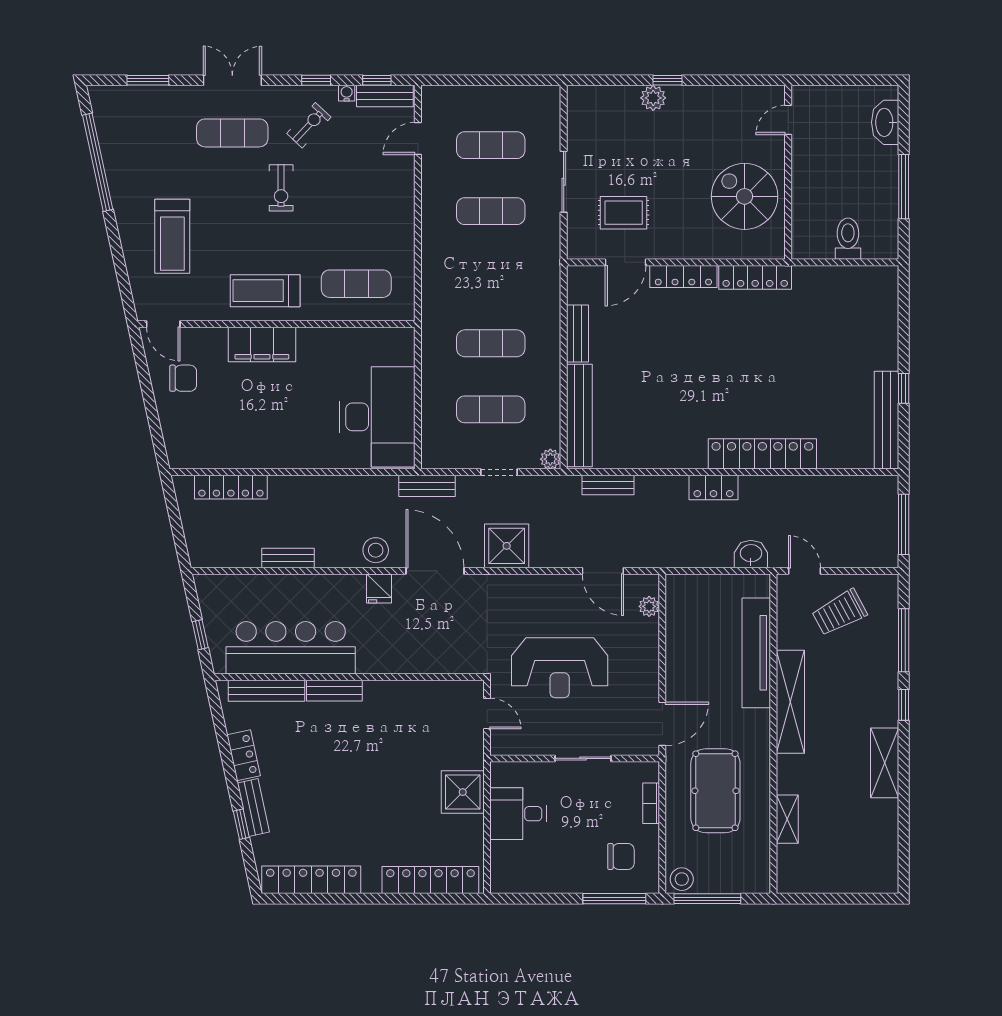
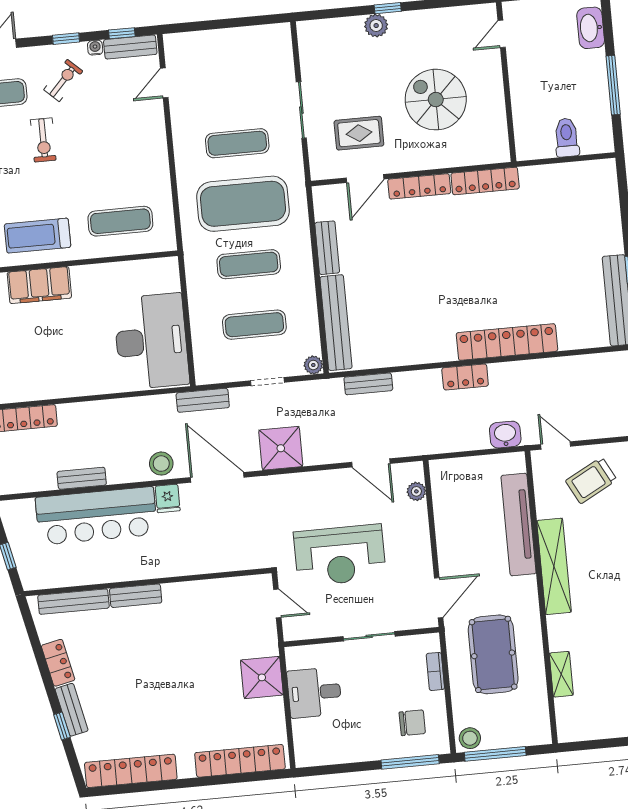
exercise mat: (491, 145) -> (243, 204), moved, width x2.00, depth x1.45
spiral stairs: (745, 196) -> (436, 100), moved
bar counter: (291, 648) -> (96, 516), moved, turned 180

